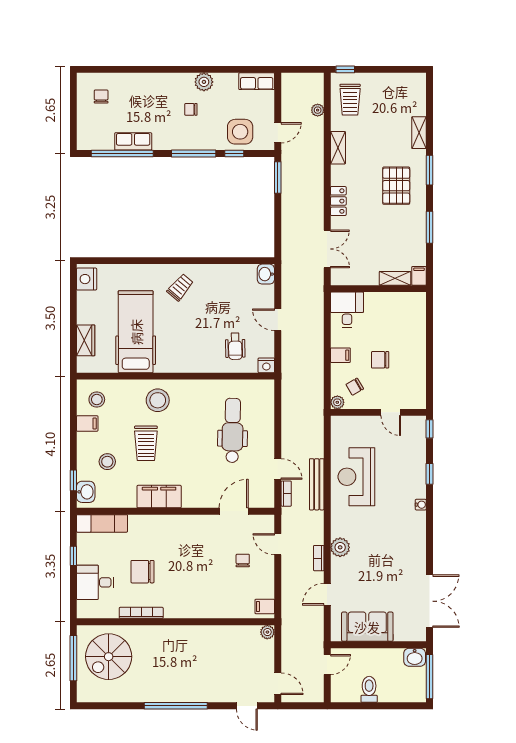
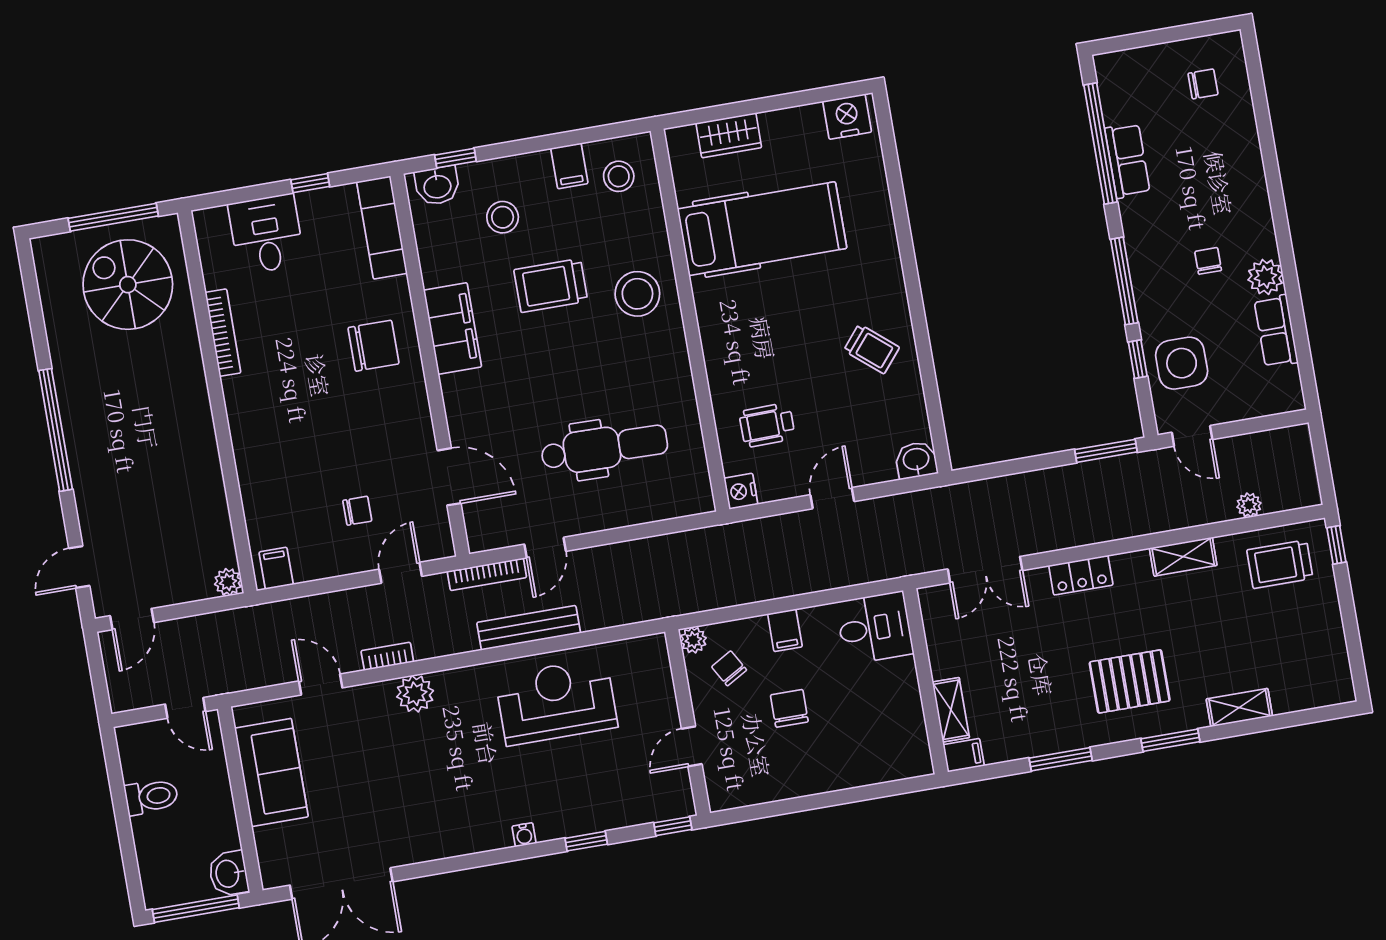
row of seats: (257, 81) -> (1276, 331), moved
trolley: (180, 287) -> (871, 349), moved
bookcase: (286, 494) -> (487, 574), width x1.56
chair: (142, 572) -> (373, 346), moved, turned 90

